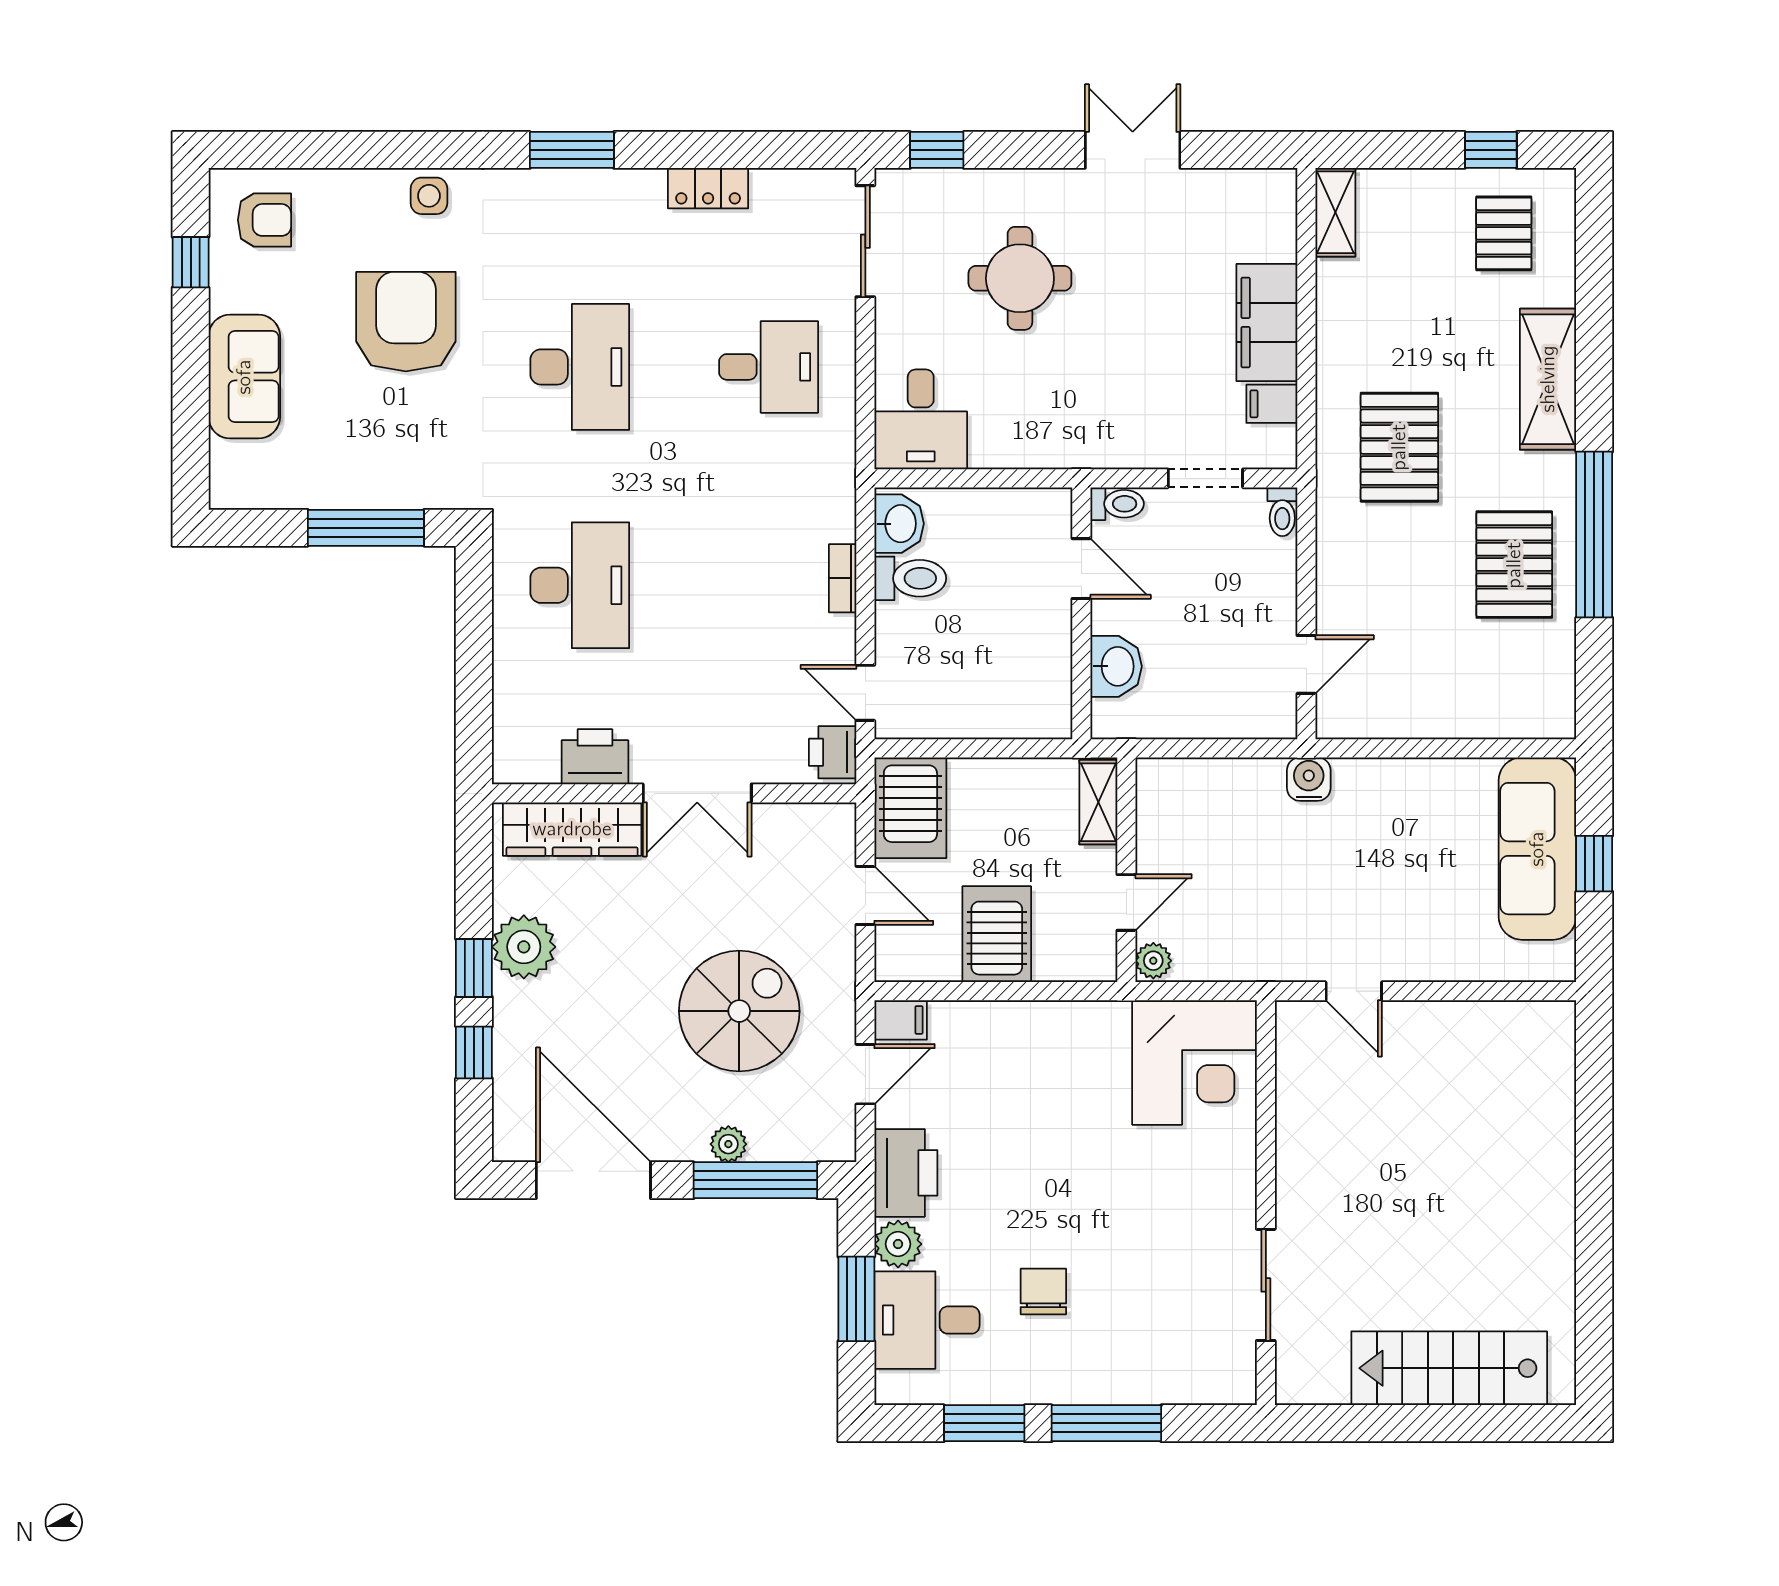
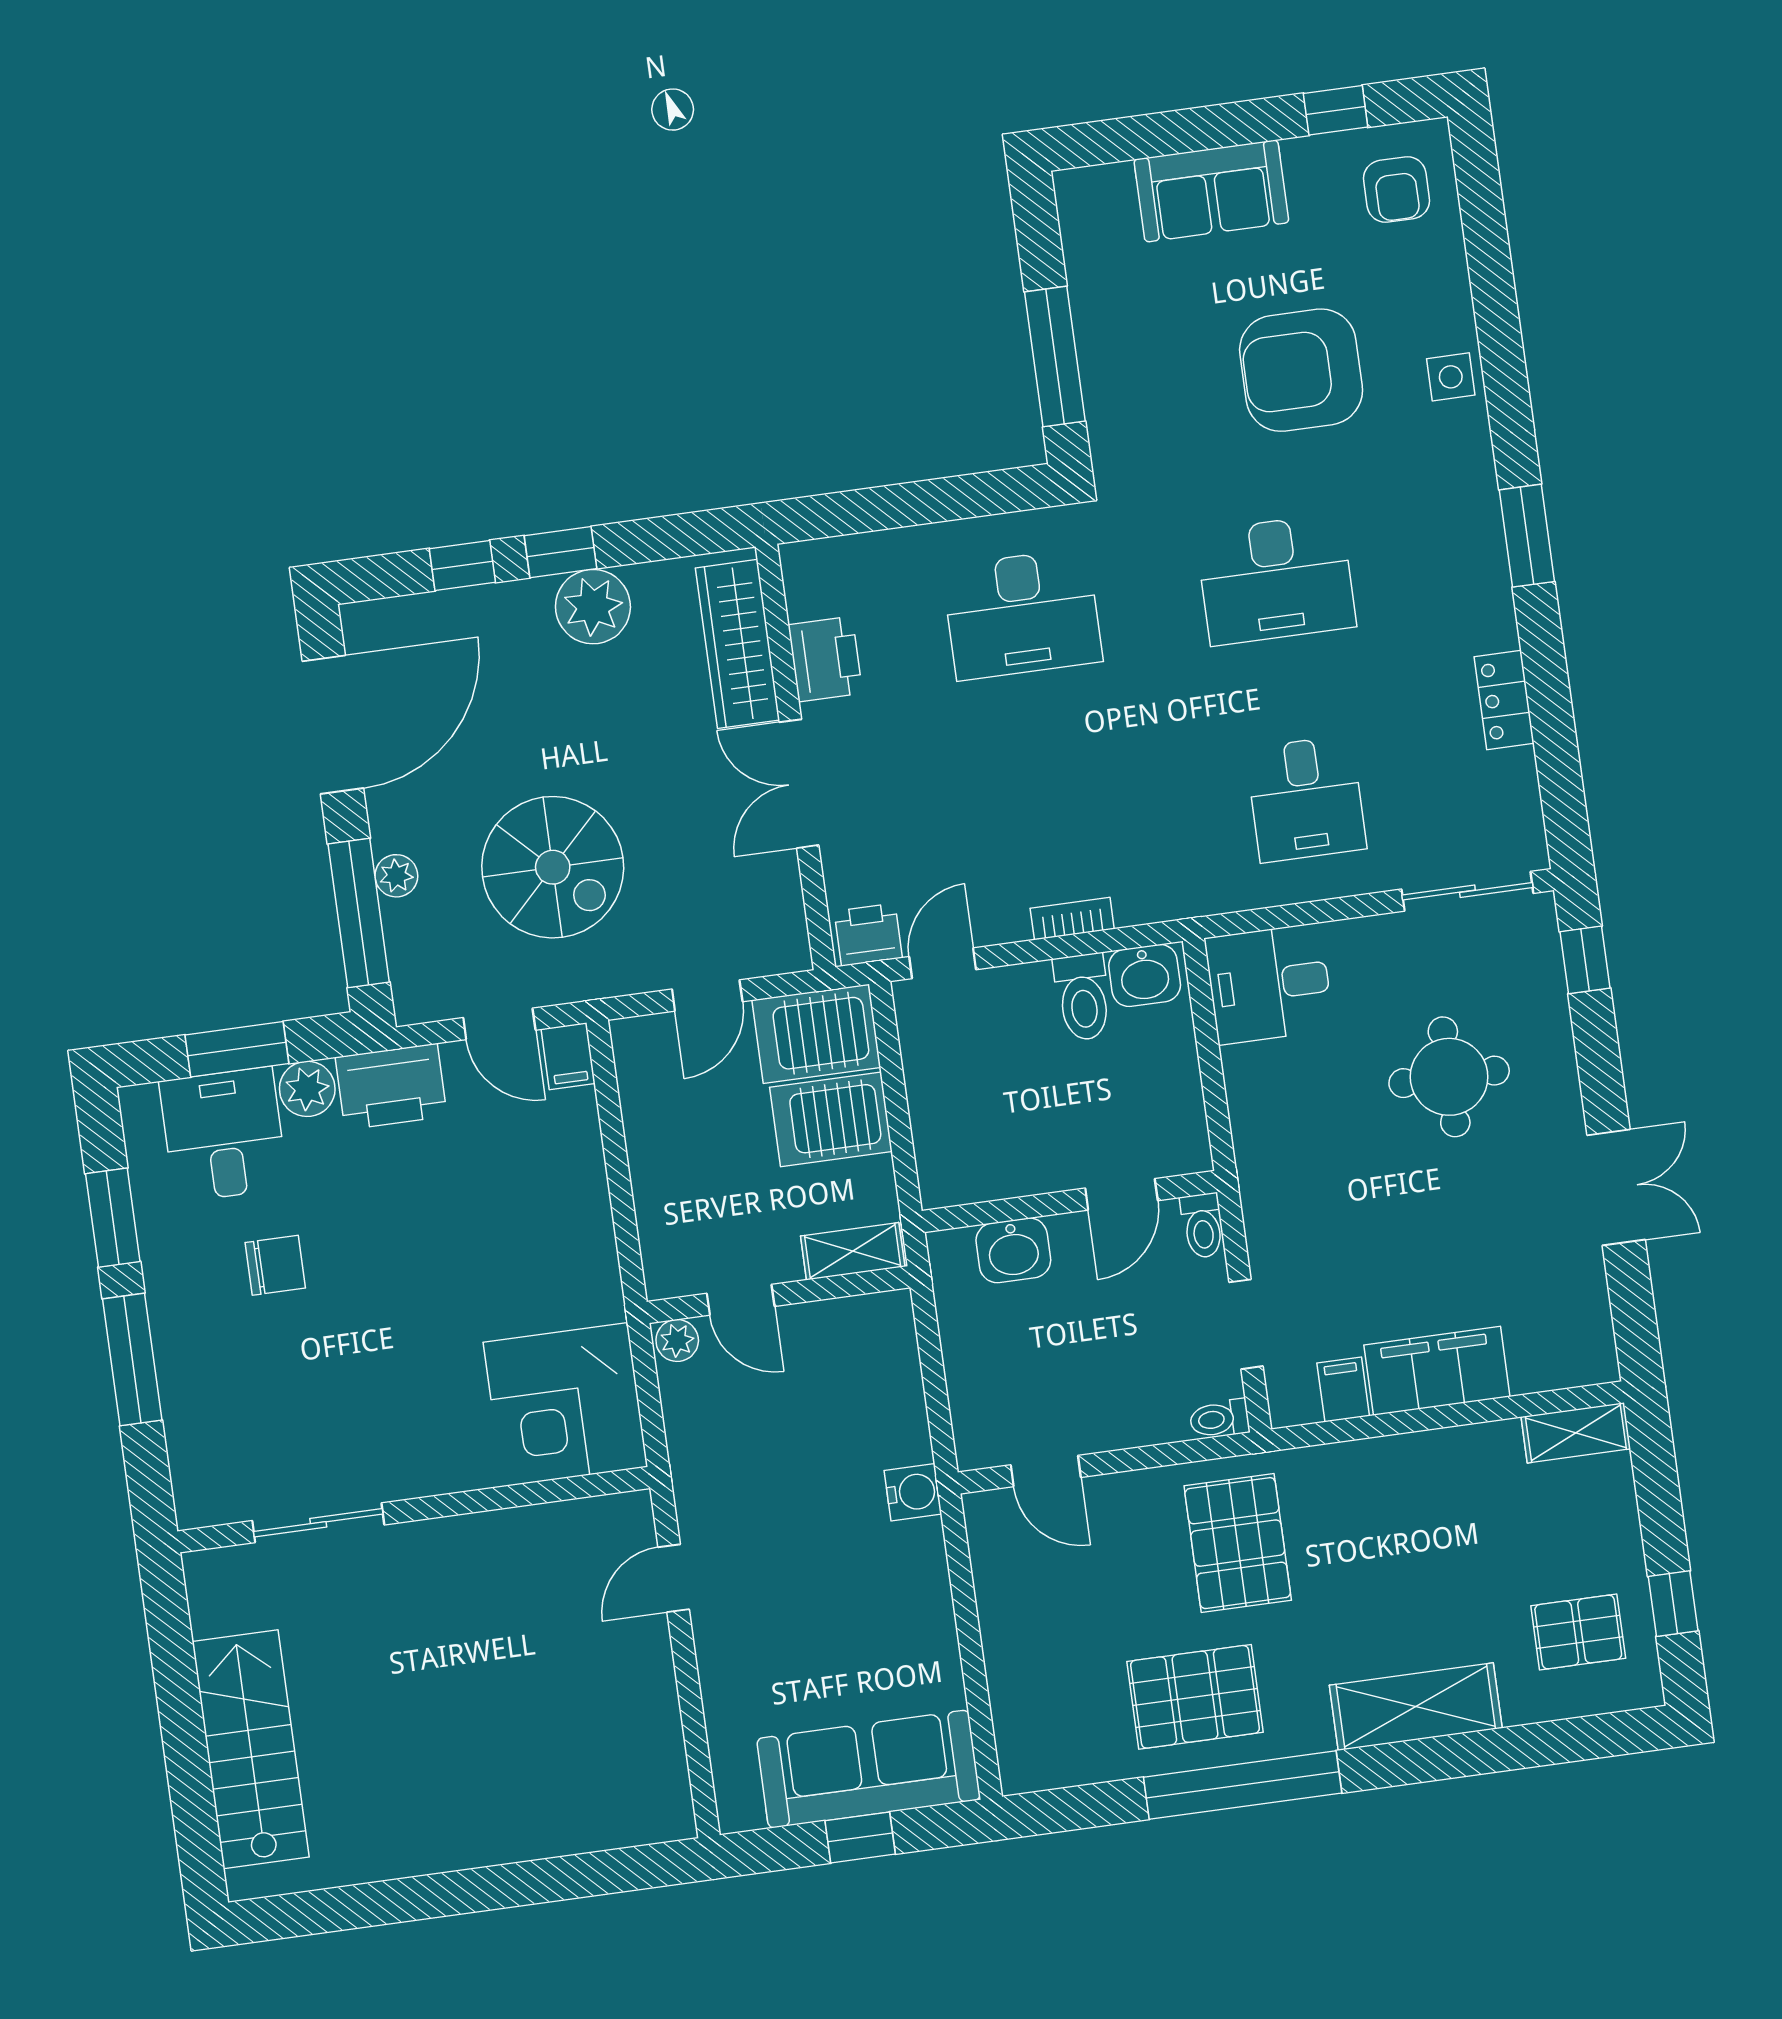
armchair: (406, 322) -> (1301, 370), turned 180
pallet: (1399, 447) -> (1238, 1543), moved, turned 90
server rack: (997, 934) -> (831, 1119), moved, turned 180

